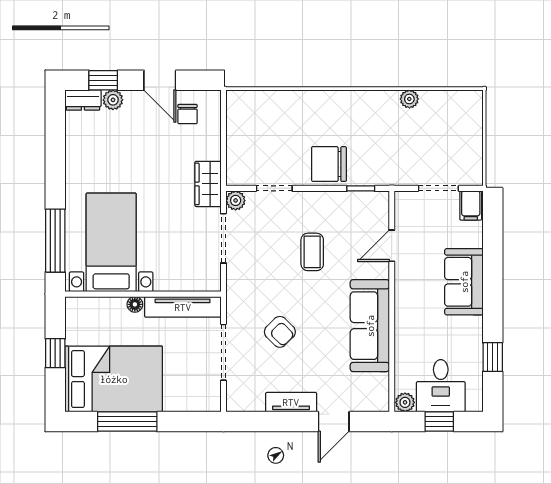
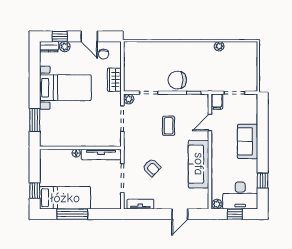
wardrobe: (208, 184) -> (114, 80), moved
filing cabinet: (471, 205) -> (217, 102), moved
window: (55, 241) -> (35, 120), width x0.69
bed with nightstands: (111, 242) -> (65, 88), moved, turned 90
window: (55, 353) -> (35, 191), moved
bed: (114, 379) -> (65, 198), width x0.67
desk: (441, 386) -> (240, 196), width x1.37
tv unit: (291, 402) -> (140, 204), moved

